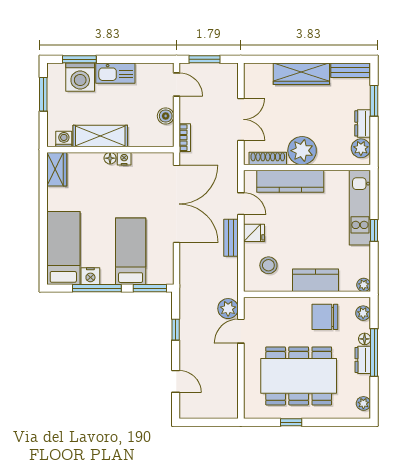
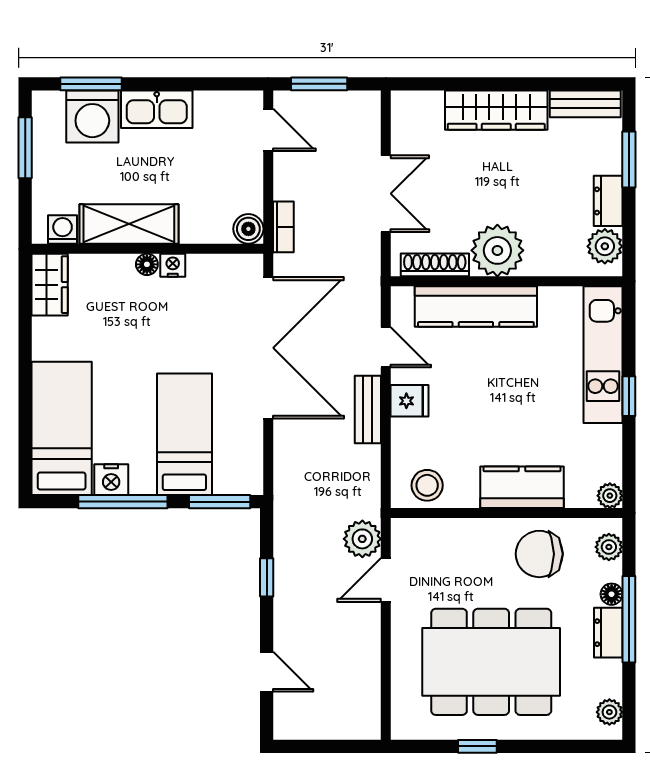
boiler: (166, 116) -> (248, 229), moved
stool: (268, 265) -> (427, 485), moved

